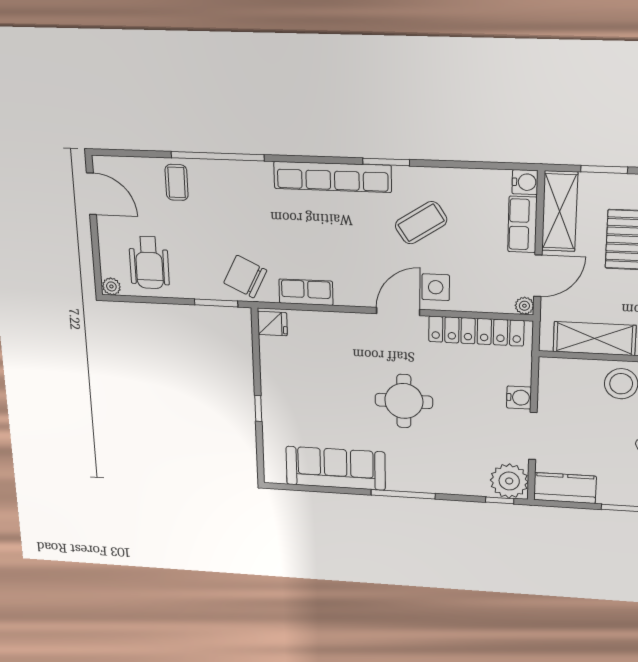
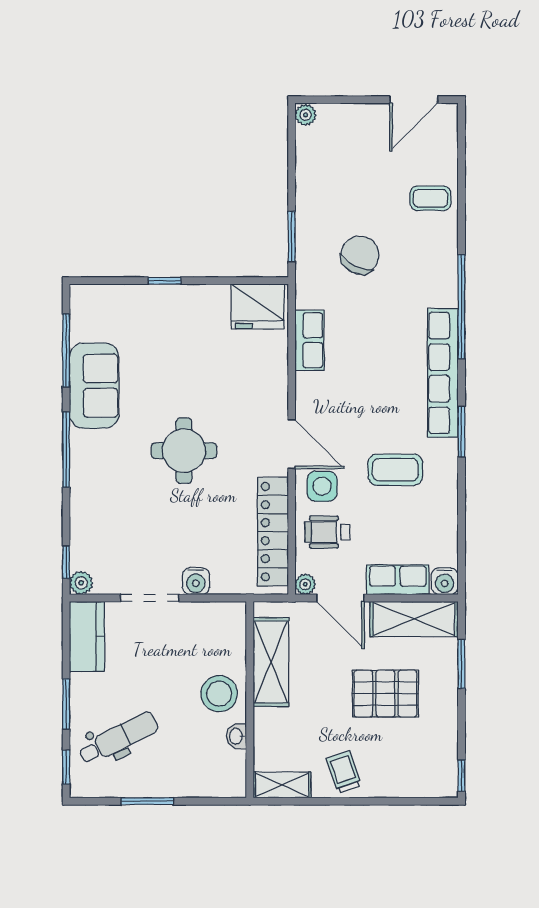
window: (218, 156) -> (461, 307), moved
coffee table: (421, 223) -> (395, 470), turned -57
wheelchair: (149, 263) -> (327, 532), moved, width x0.73, depth x0.73
chair: (245, 277) -> (360, 255), moved
fridge: (272, 324) -> (258, 306), width x1.88, depth x1.34
sofa: (336, 468) -> (94, 386), width x0.73
plant: (509, 481) -> (81, 583), width x0.53, depth x0.53
window: (319, 489) -> (66, 350), added

